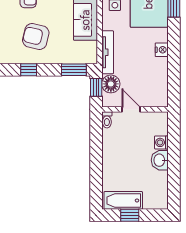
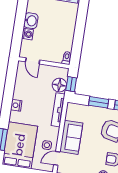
window: (74, 70) -> (99, 102), moved
door: (131, 109) -> (33, 61), moved

